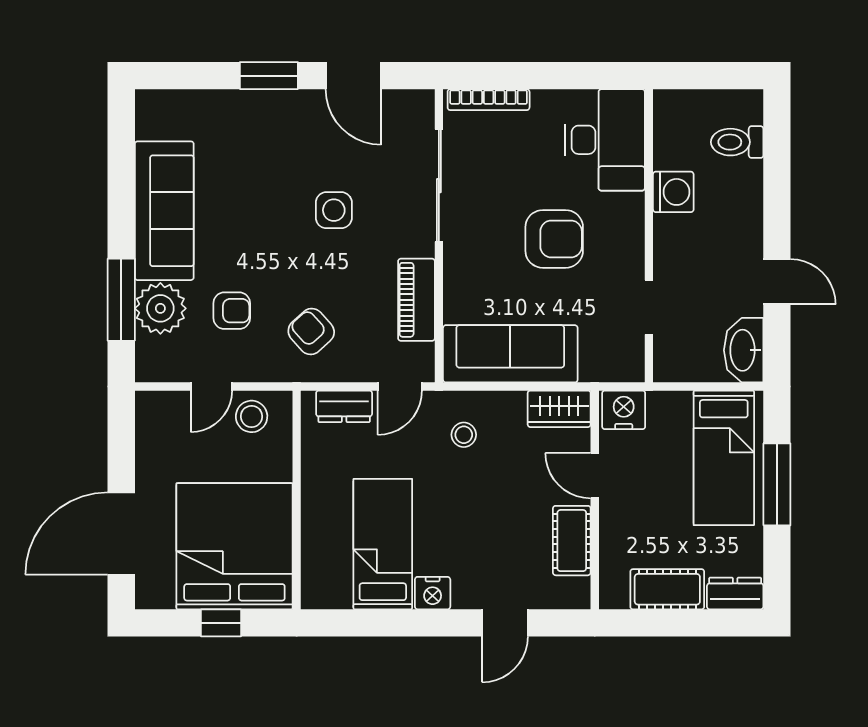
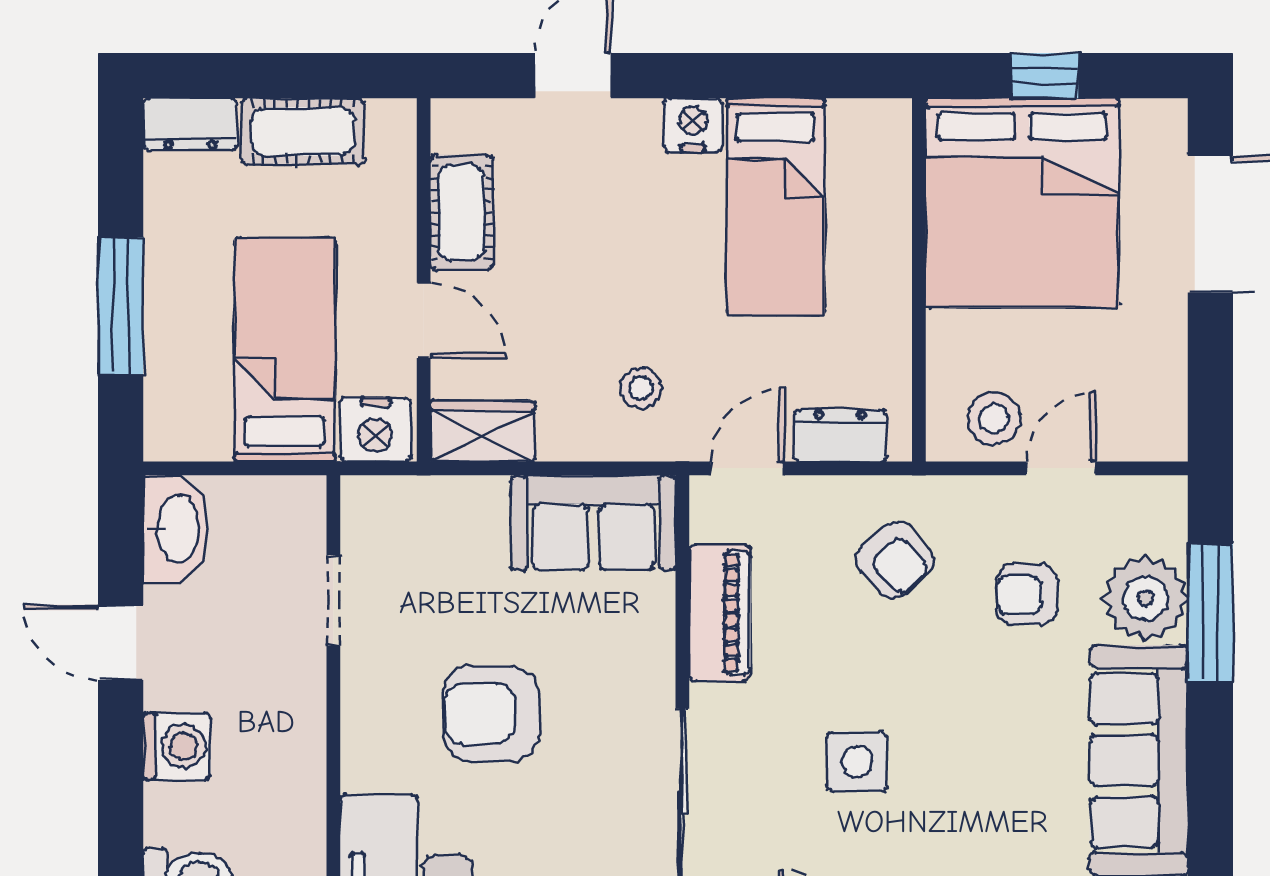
washing machine: (673, 192) -> (177, 746), moved, turned 180
sofa: (510, 354) -> (593, 523), width x0.73
bed: (724, 458) -> (285, 350), moved

